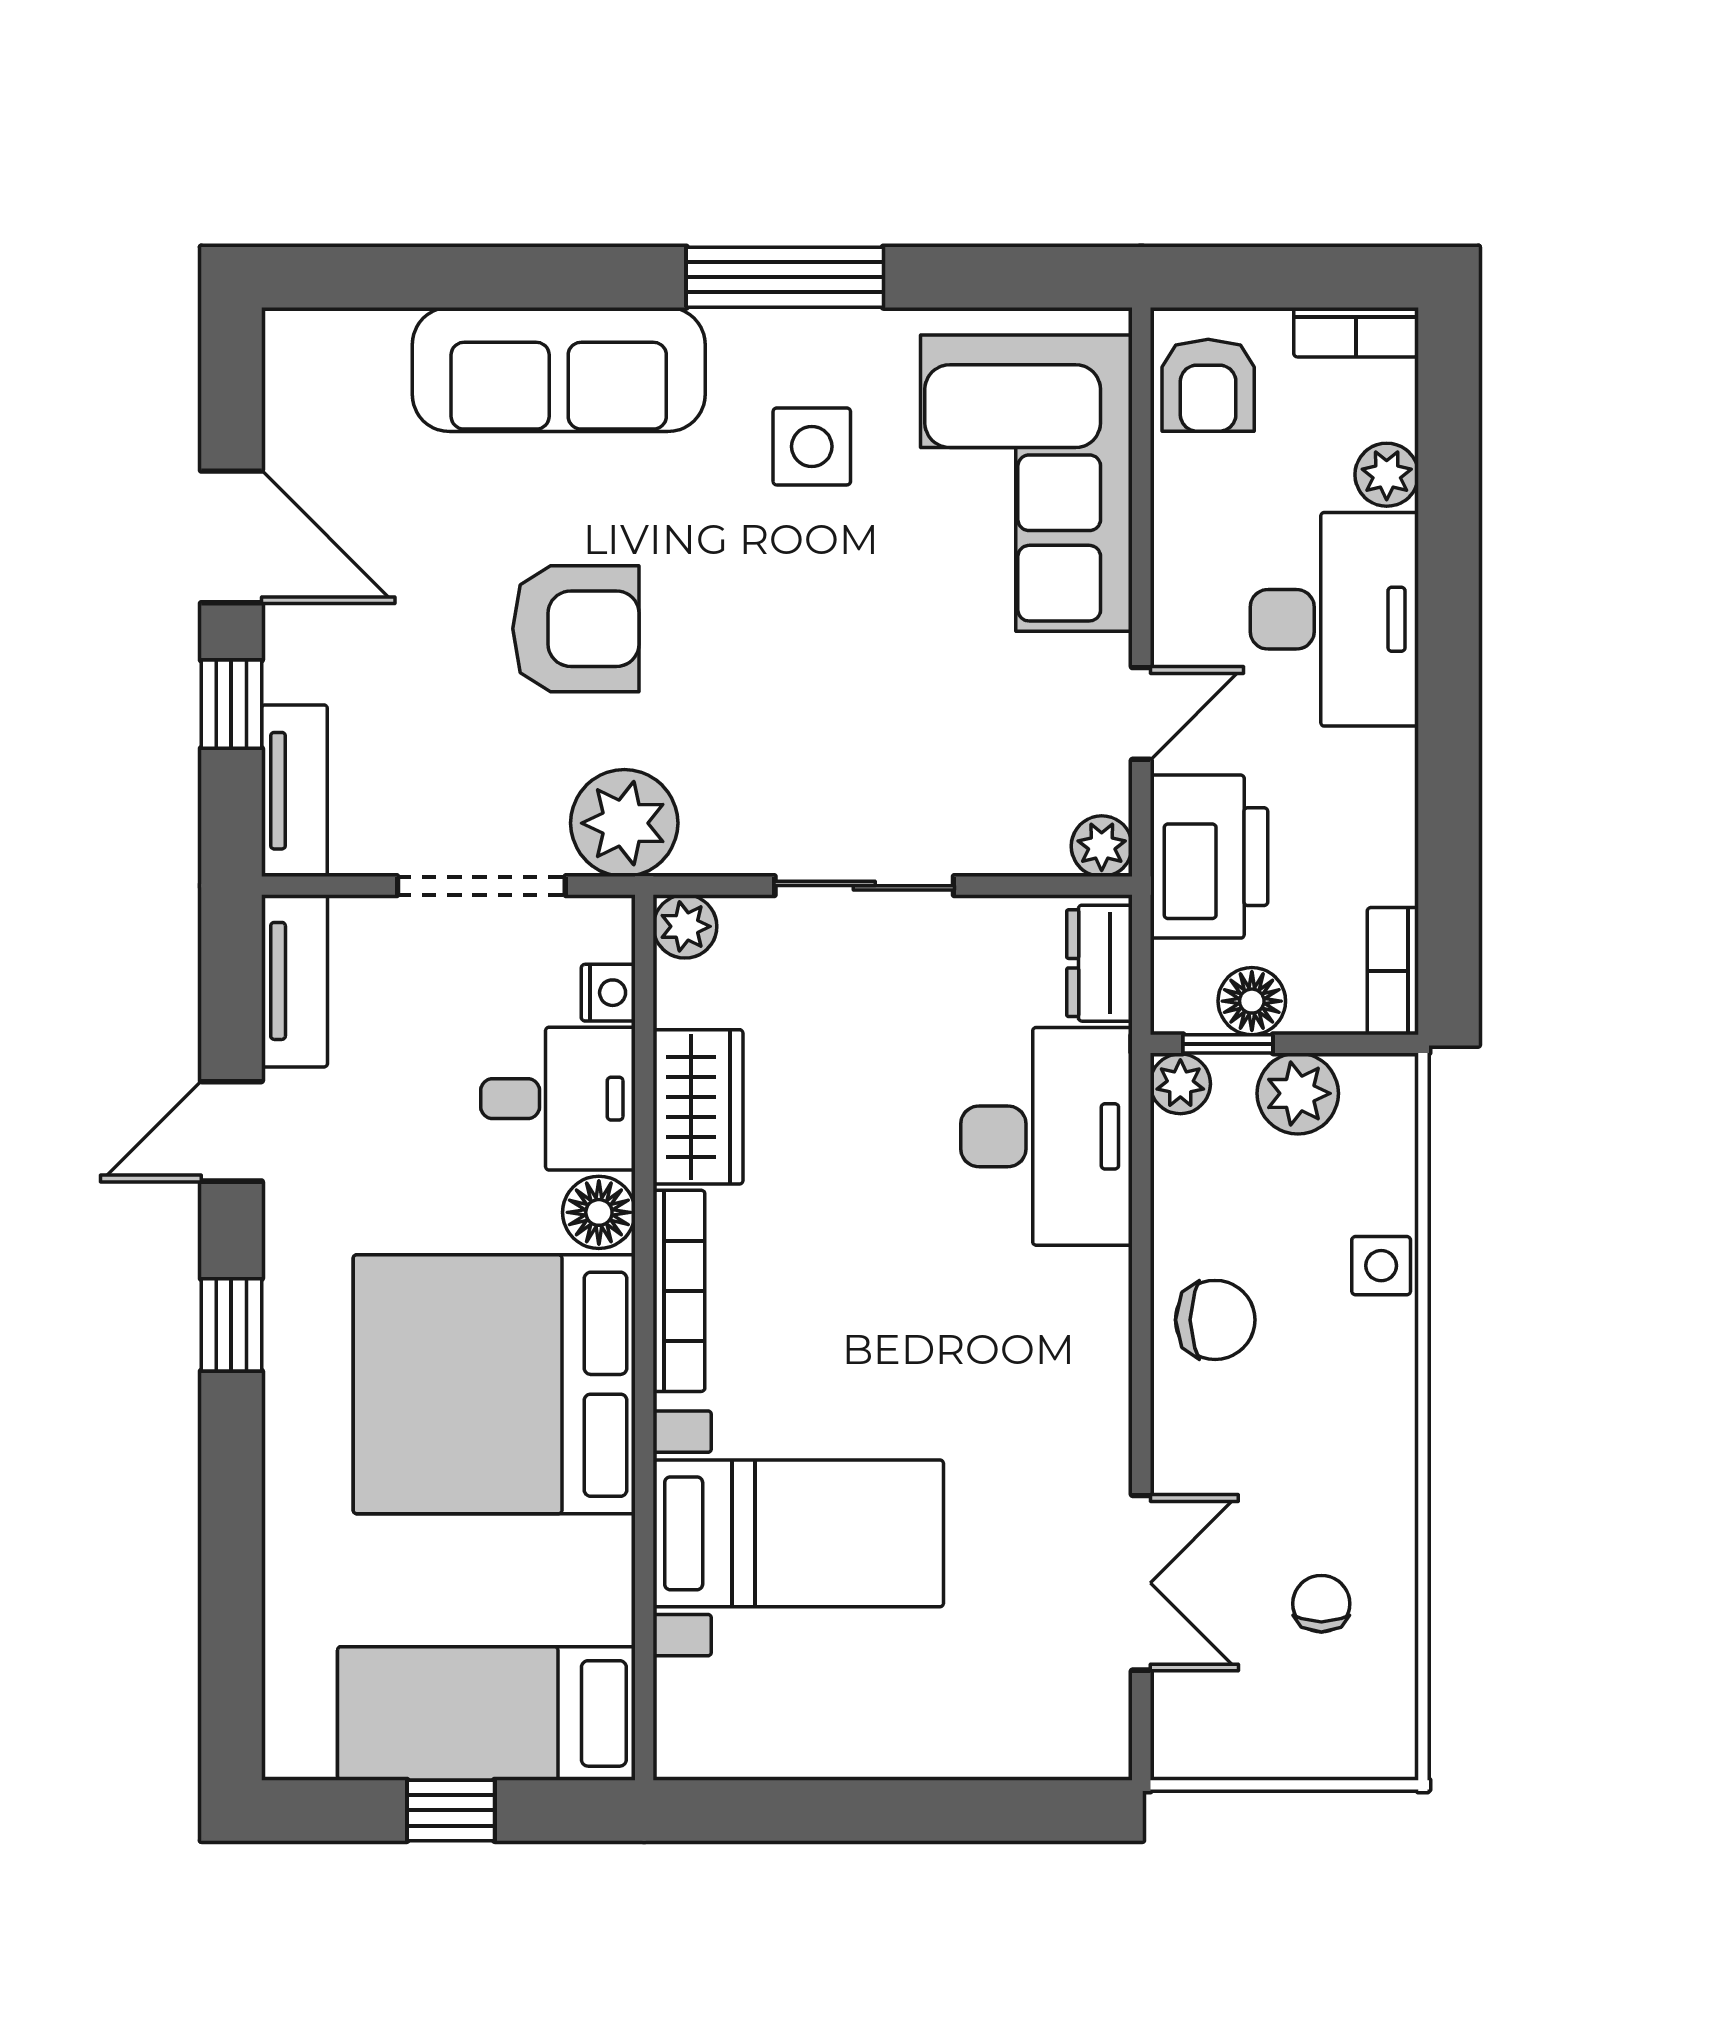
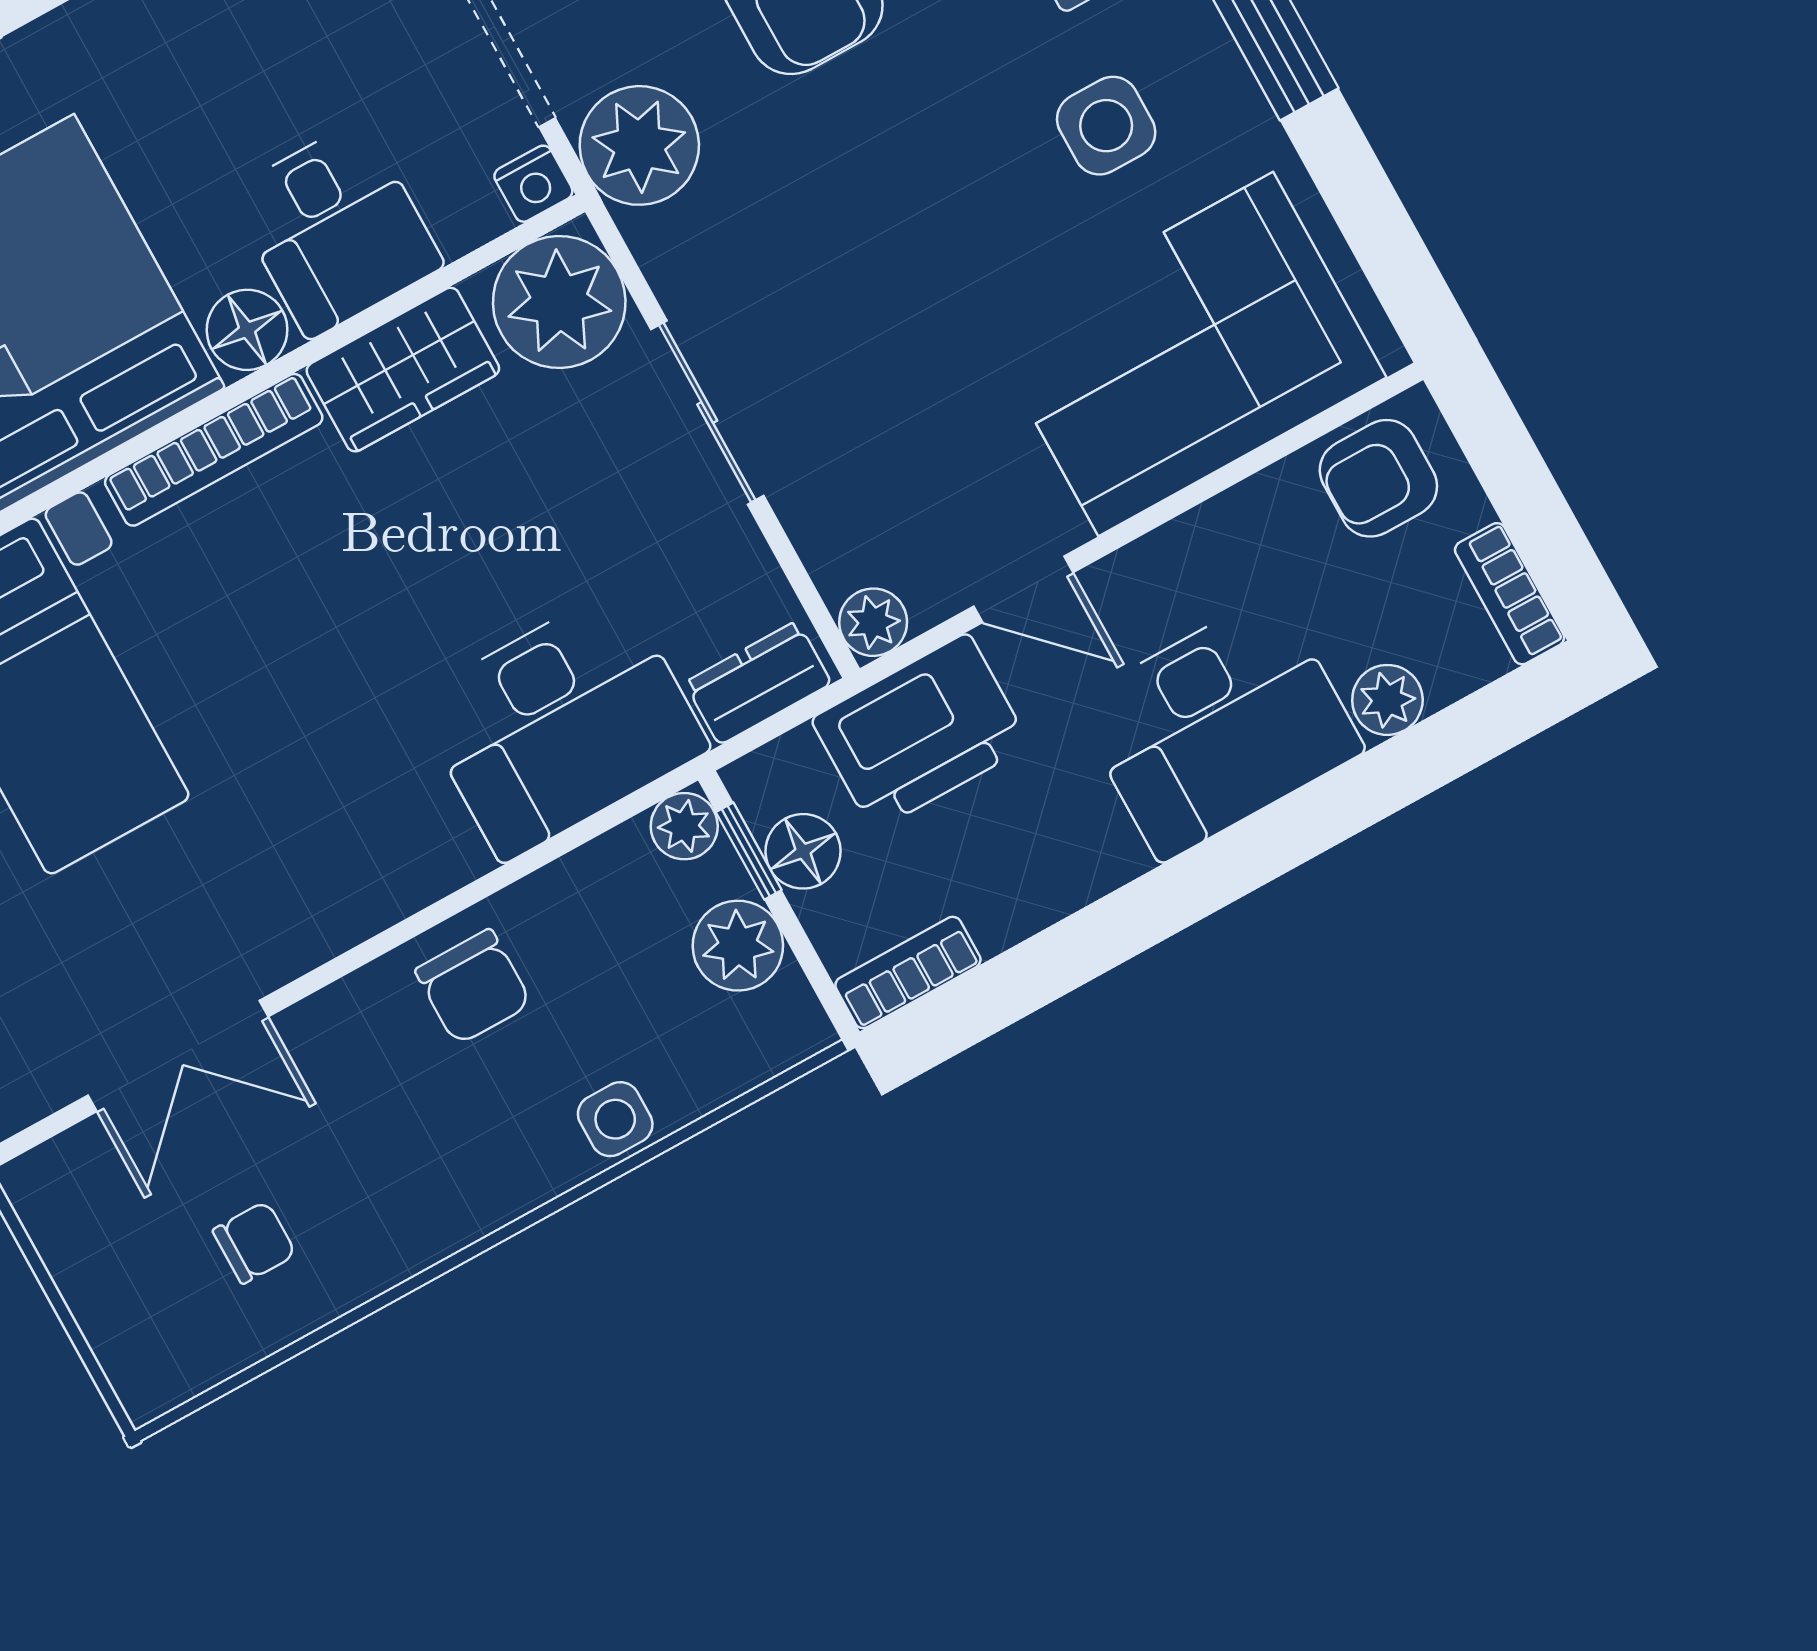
plant: (685, 926) -> (559, 302), width x1.88, depth x1.88
nightstand: (608, 993) -> (533, 184), moved

